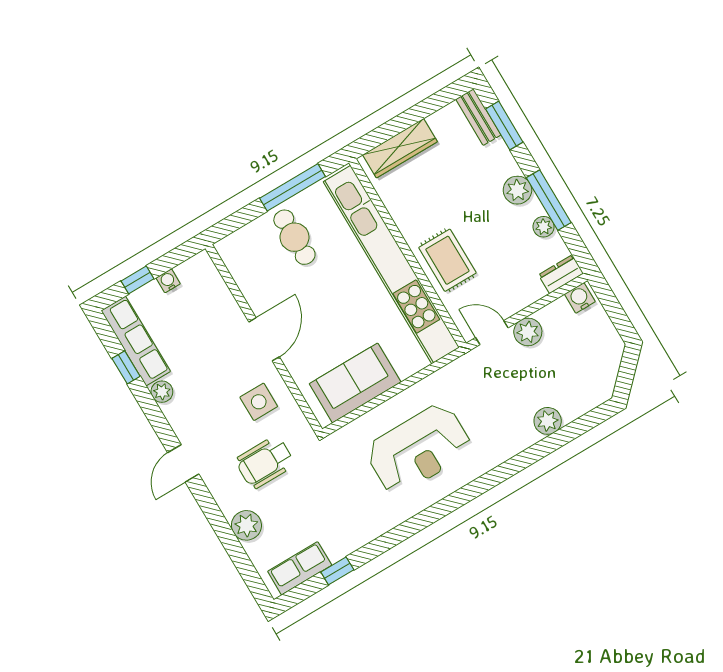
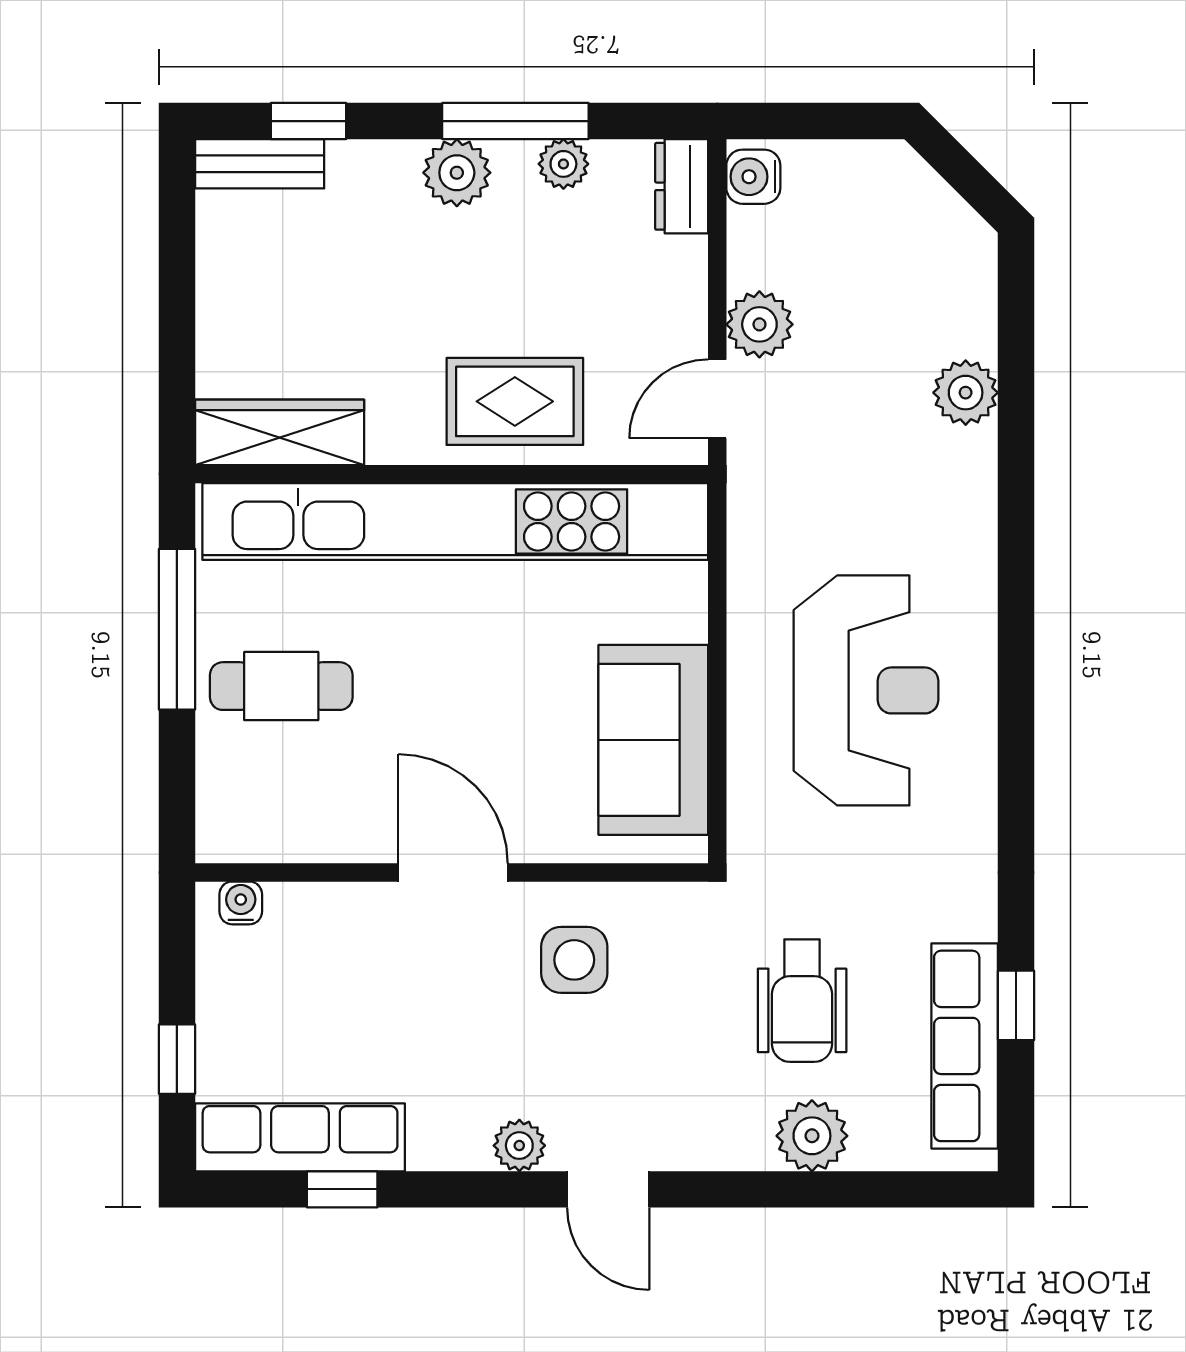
window: (504, 125) -> (309, 121), width x0.67
wardrobe: (400, 148) -> (280, 432), moved, turned -90
water cooler: (168, 281) -> (241, 903), moved, turned 90
plant: (162, 392) -> (519, 1146), moved
wheelchair: (265, 462) -> (802, 1001), moved
row of seats: (300, 568) -> (965, 1046), width x1.48

